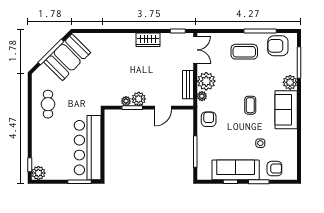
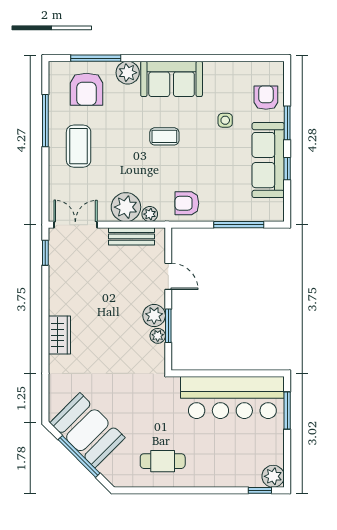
wardrobe: (148, 40) -> (59, 335), moved
armchair: (278, 46) -> (86, 89), moved

